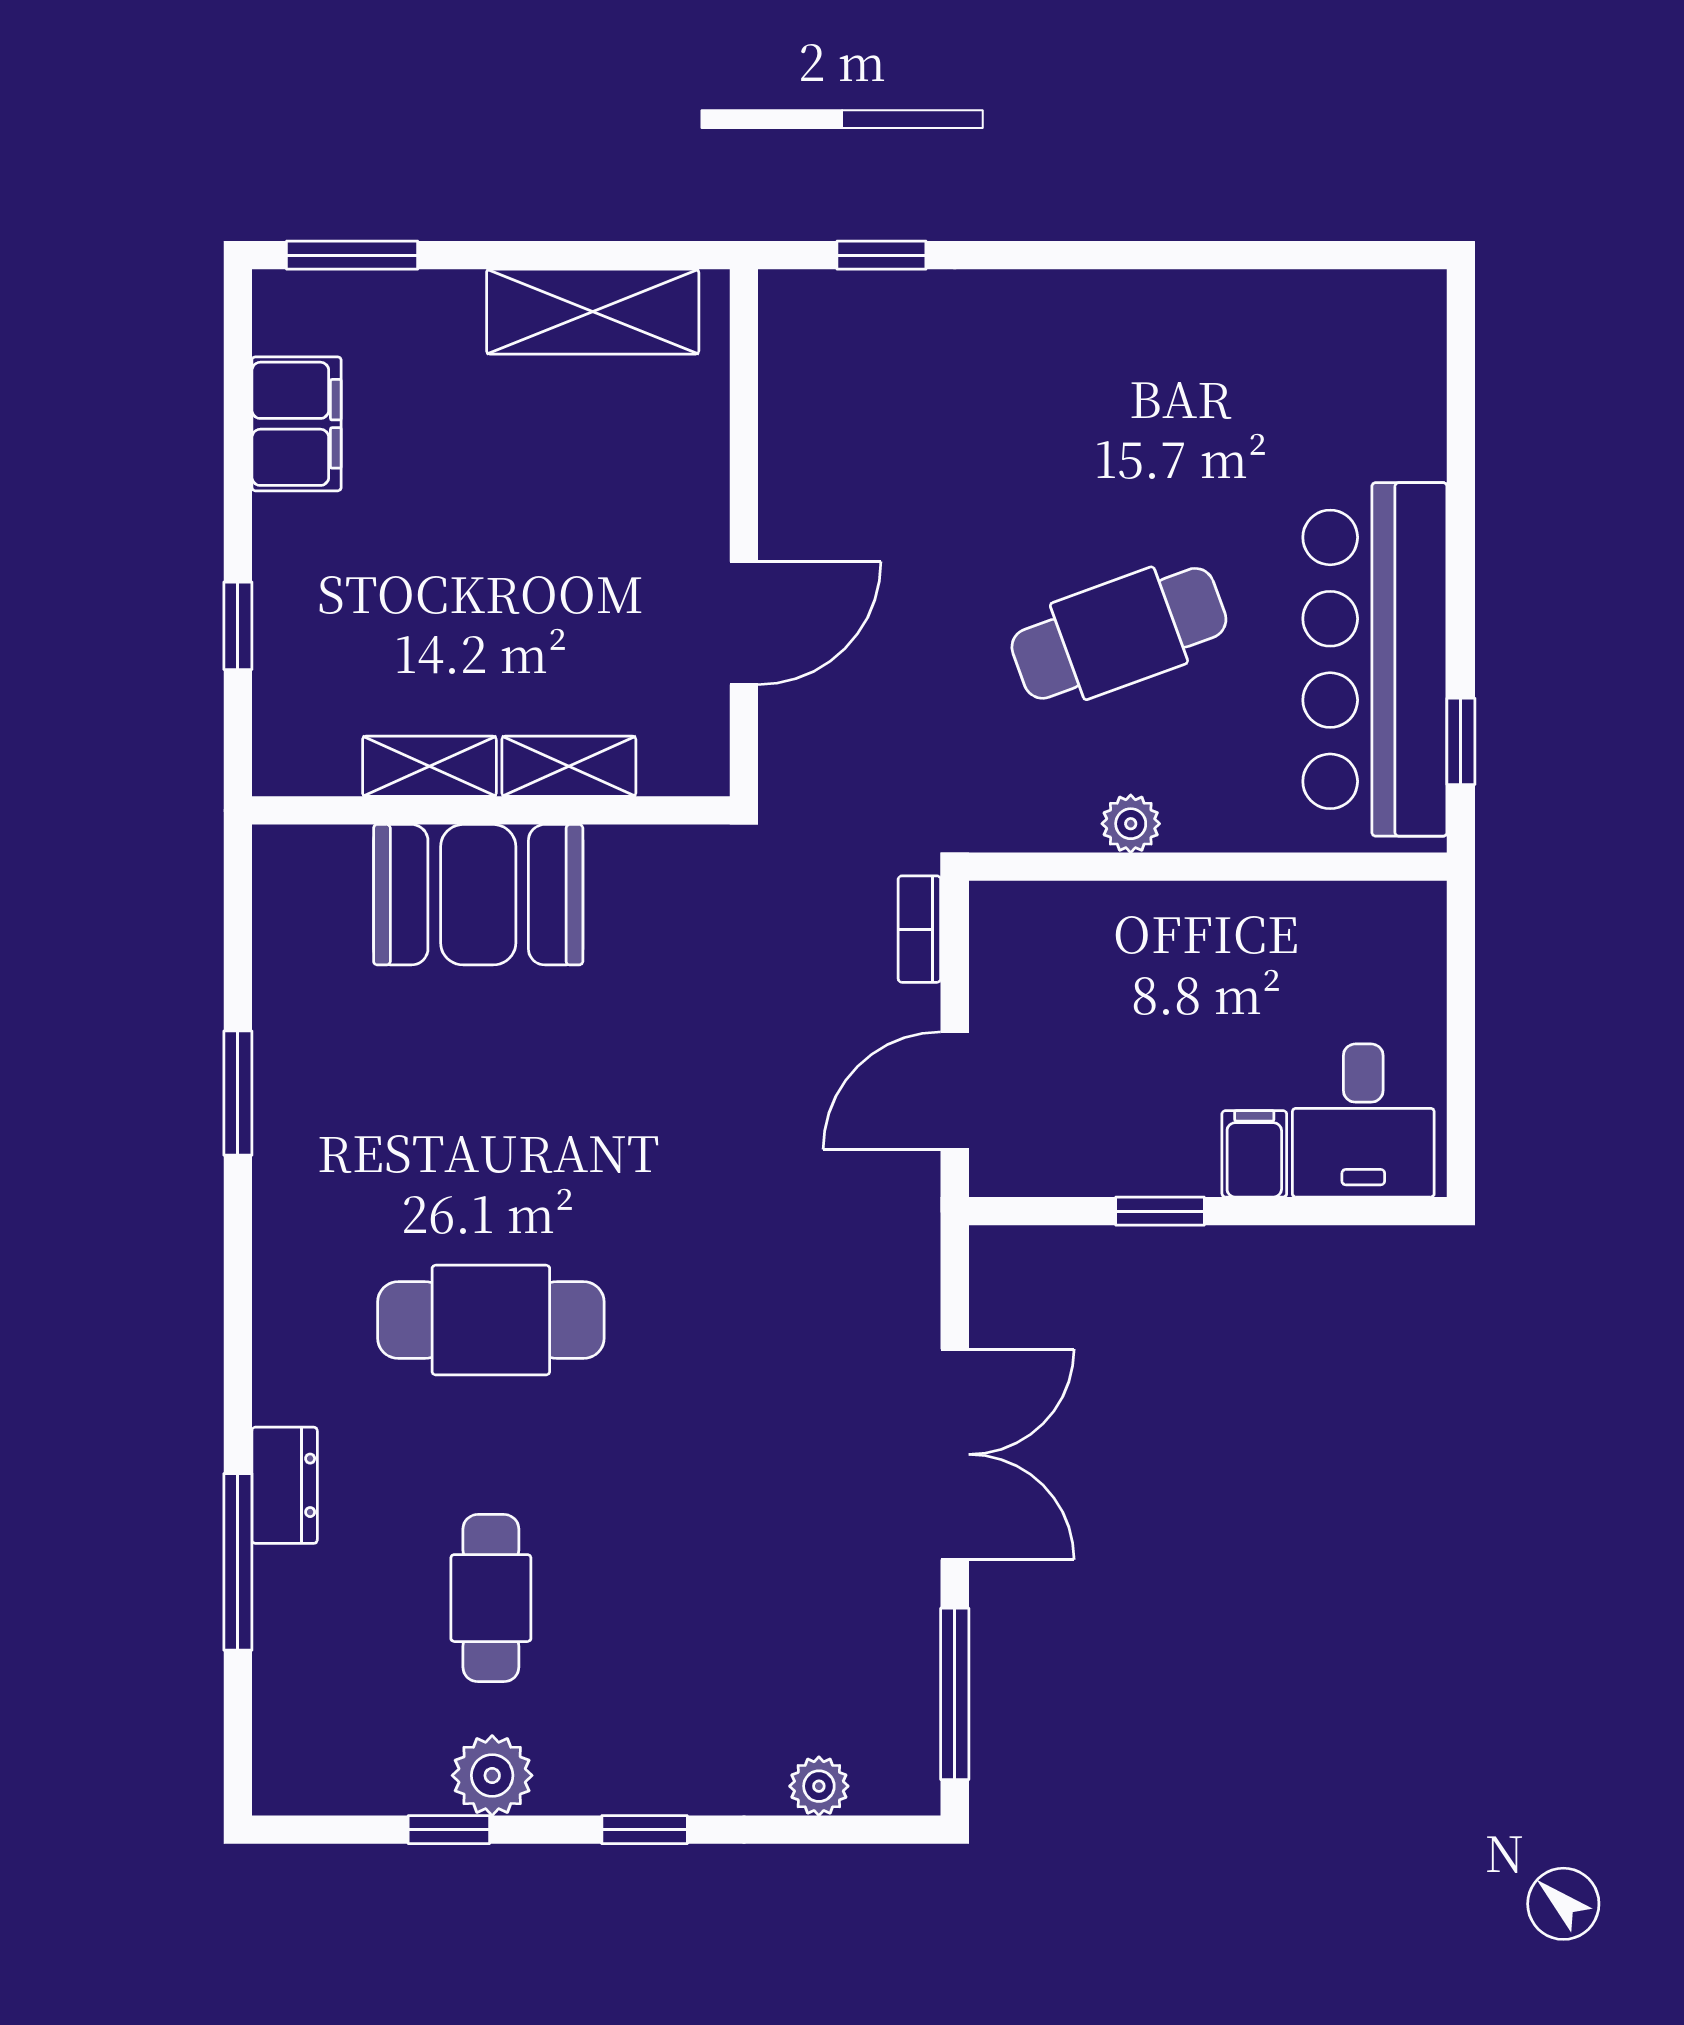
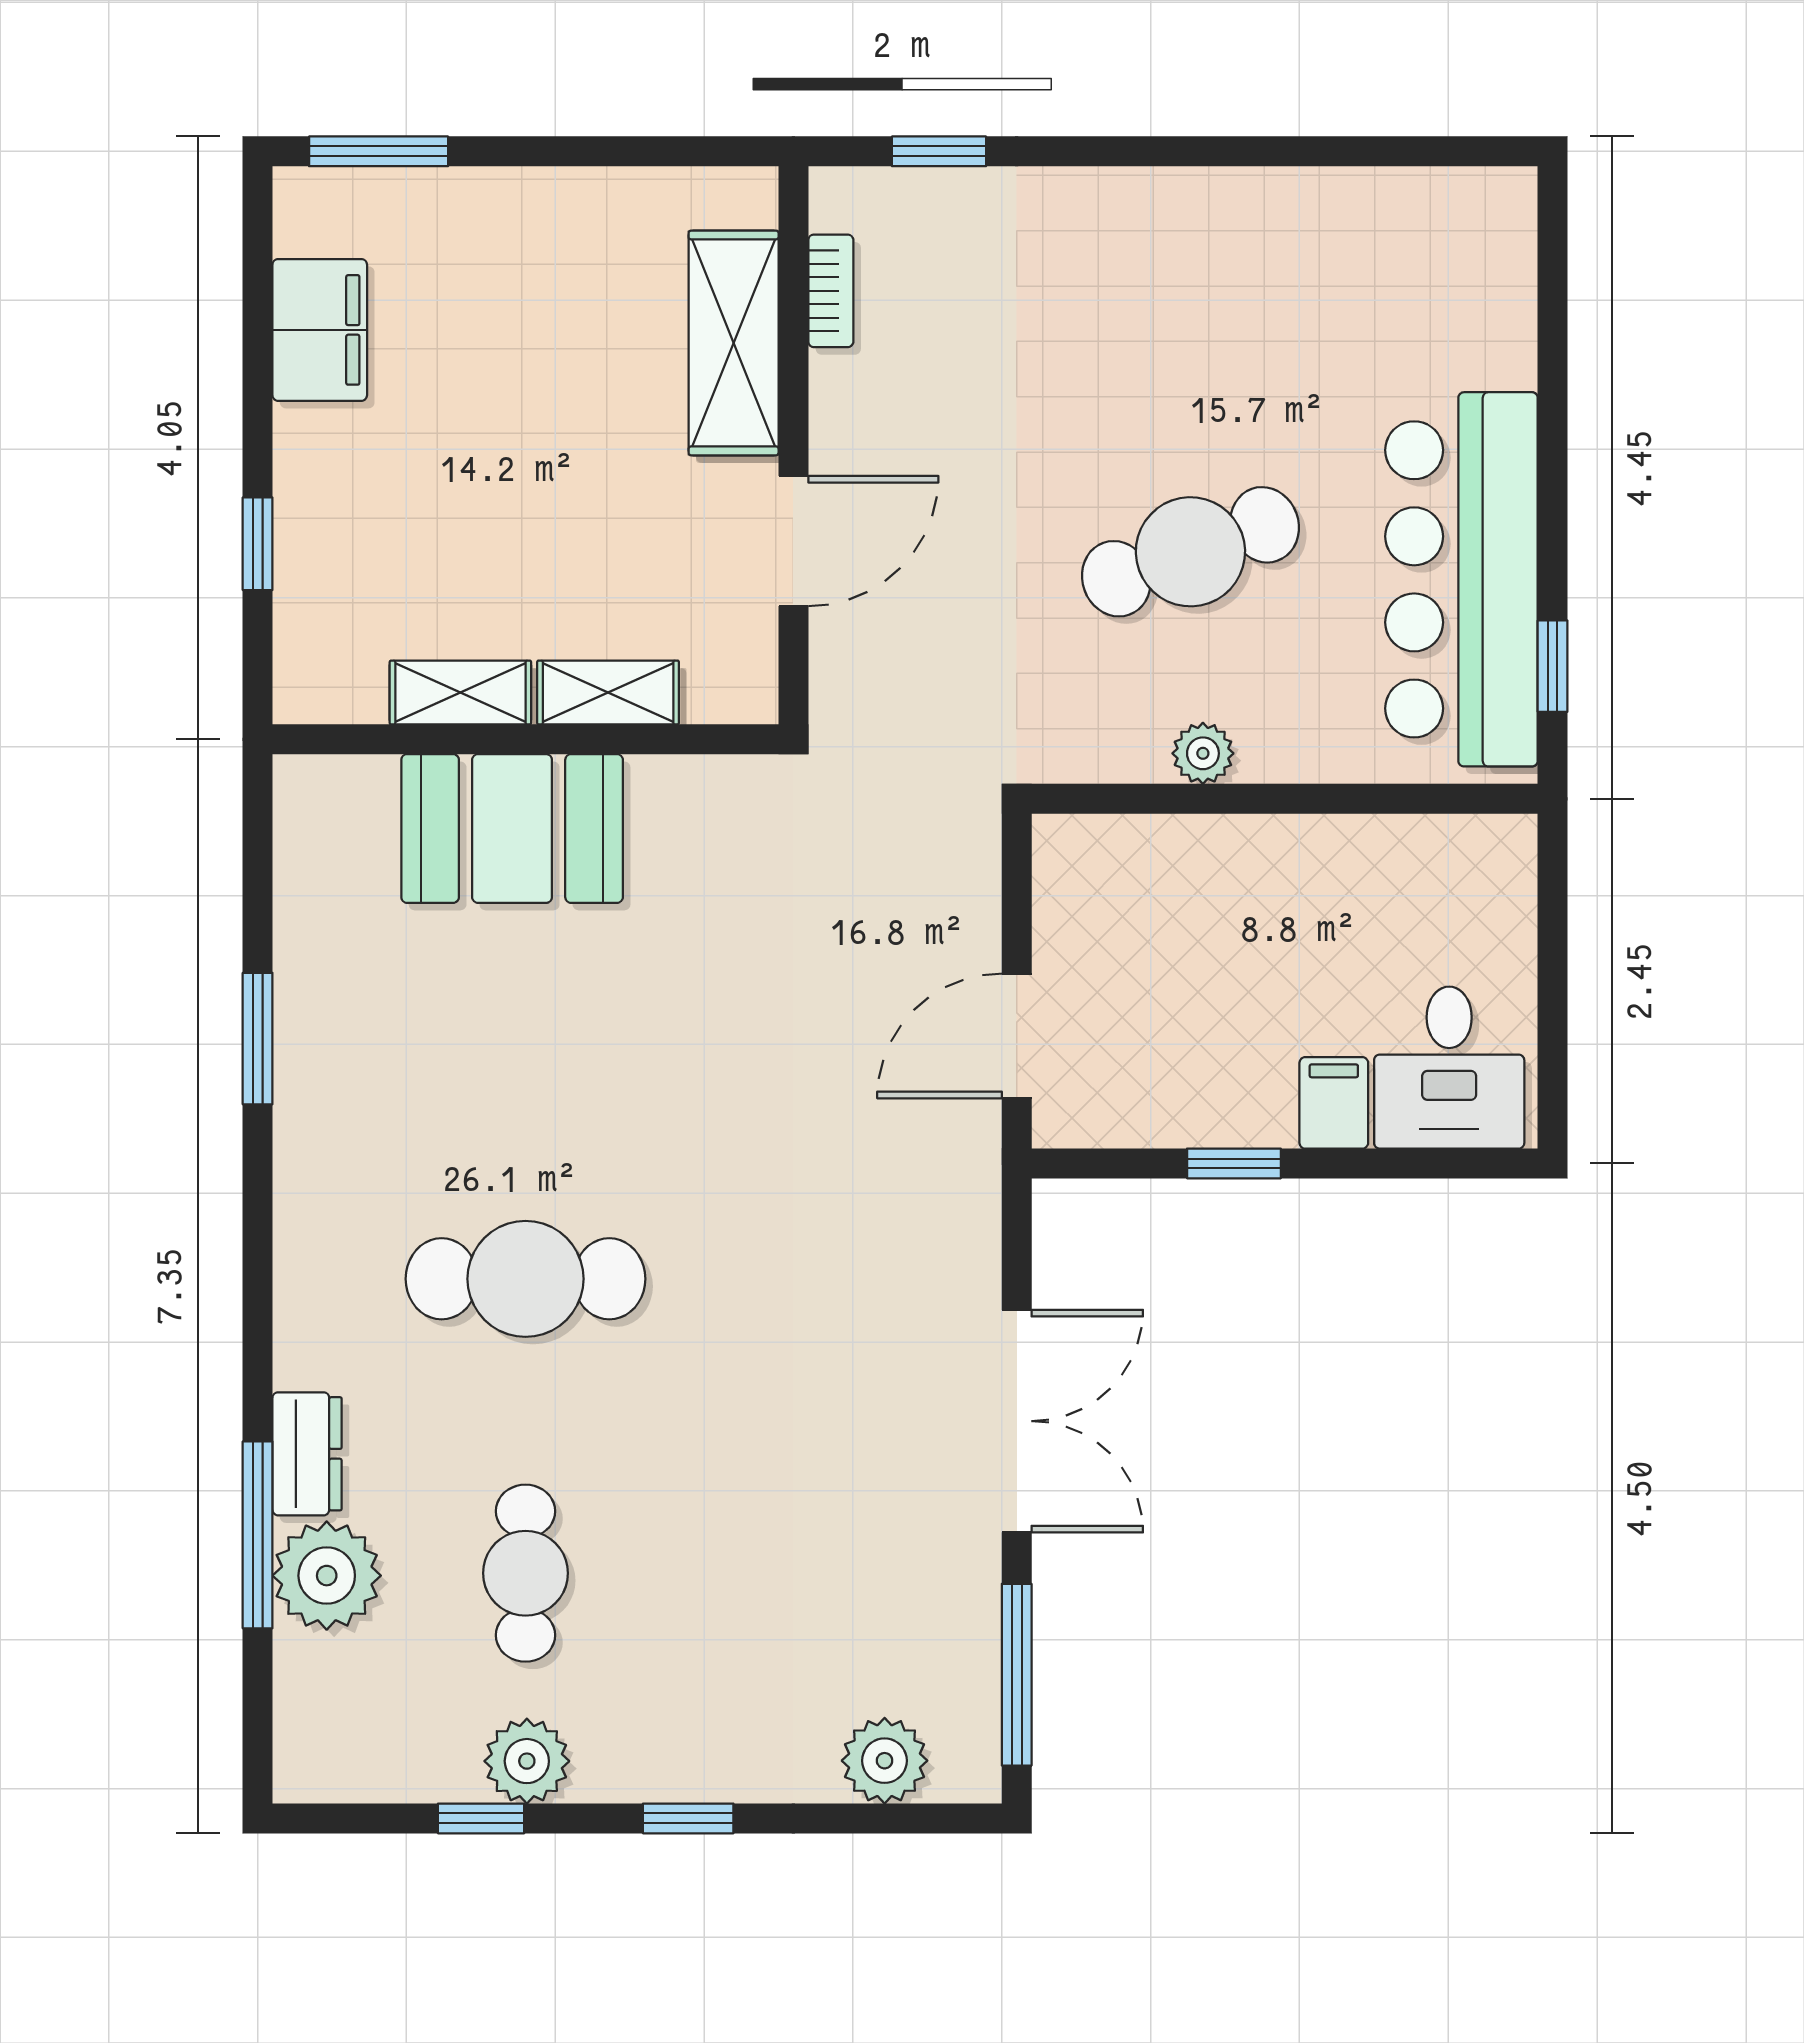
shelving: (593, 312) -> (734, 343), moved, turned 90
bookcase: (919, 929) -> (831, 291), moved, turned 180
plant: (303, 1600) -> (327, 1576), added
plant: (819, 1786) -> (885, 1761), width x1.38, depth x1.38

